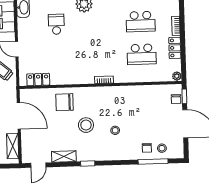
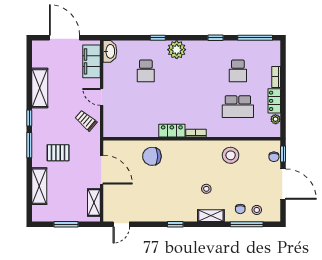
school desk: (141, 22) -> (238, 71), width x0.54
school desk: (56, 24) -> (146, 71), turned 180
plant: (177, 76) -> (276, 119), moved
locker: (38, 79) -> (172, 131), moved
stool: (86, 125) -> (231, 155), moved
shelving: (64, 156) -> (211, 216), moved

